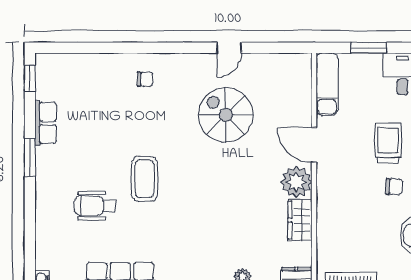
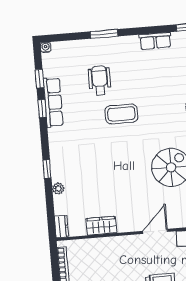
window: (30, 158) -> (104, 34), moved
plant: (296, 182) -> (128, 221), removed

